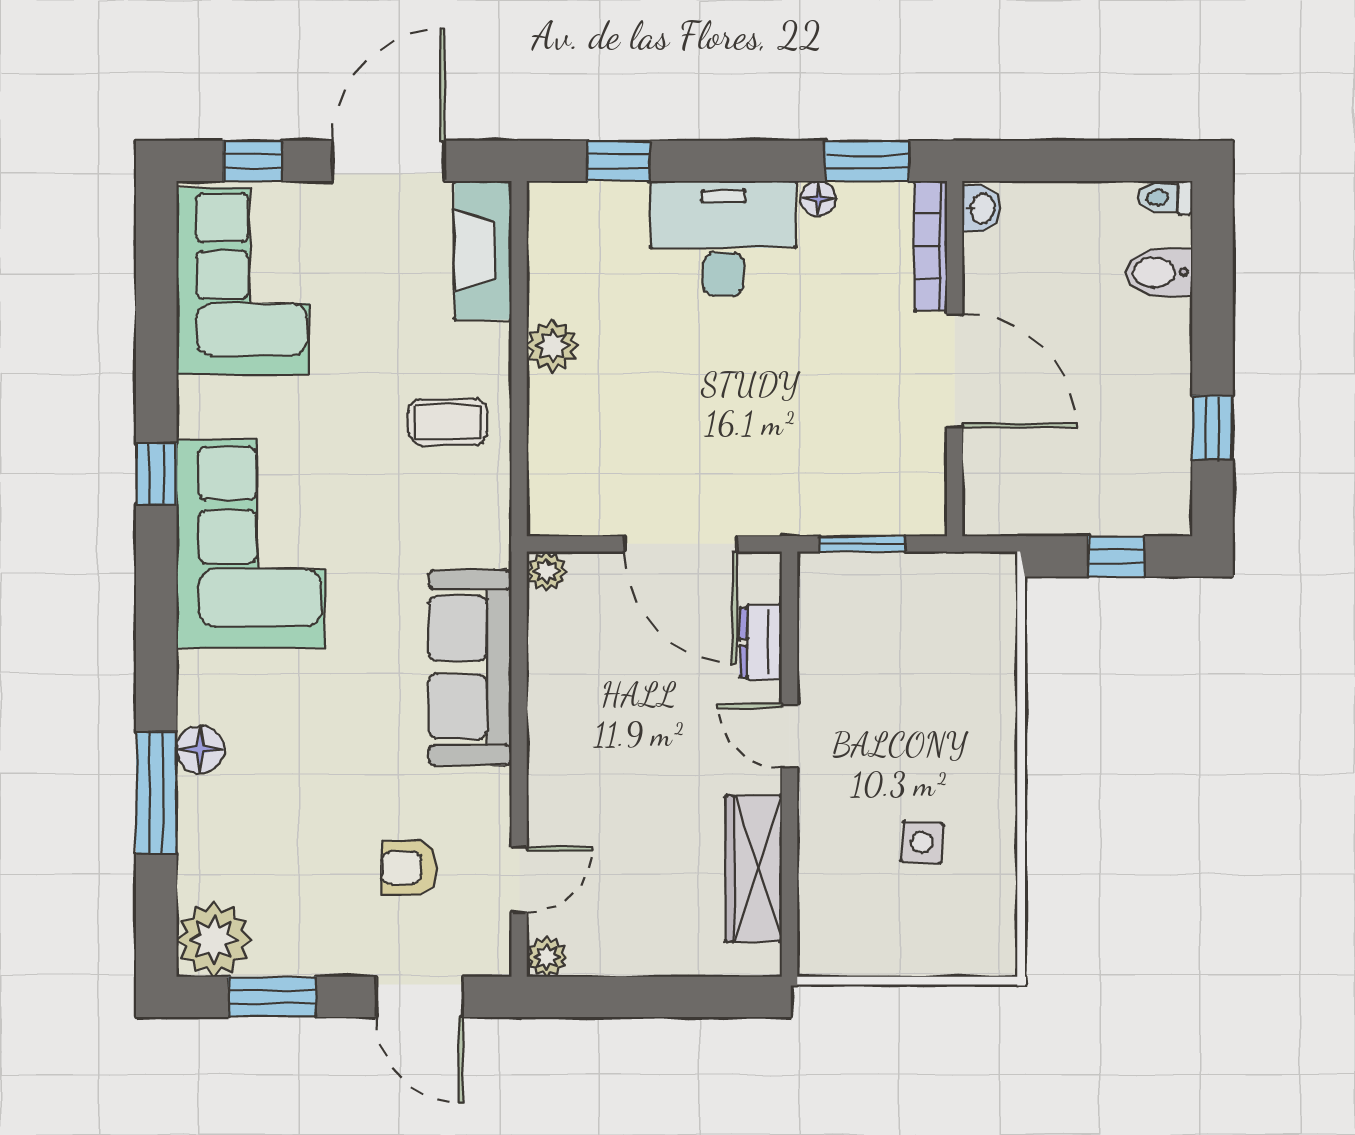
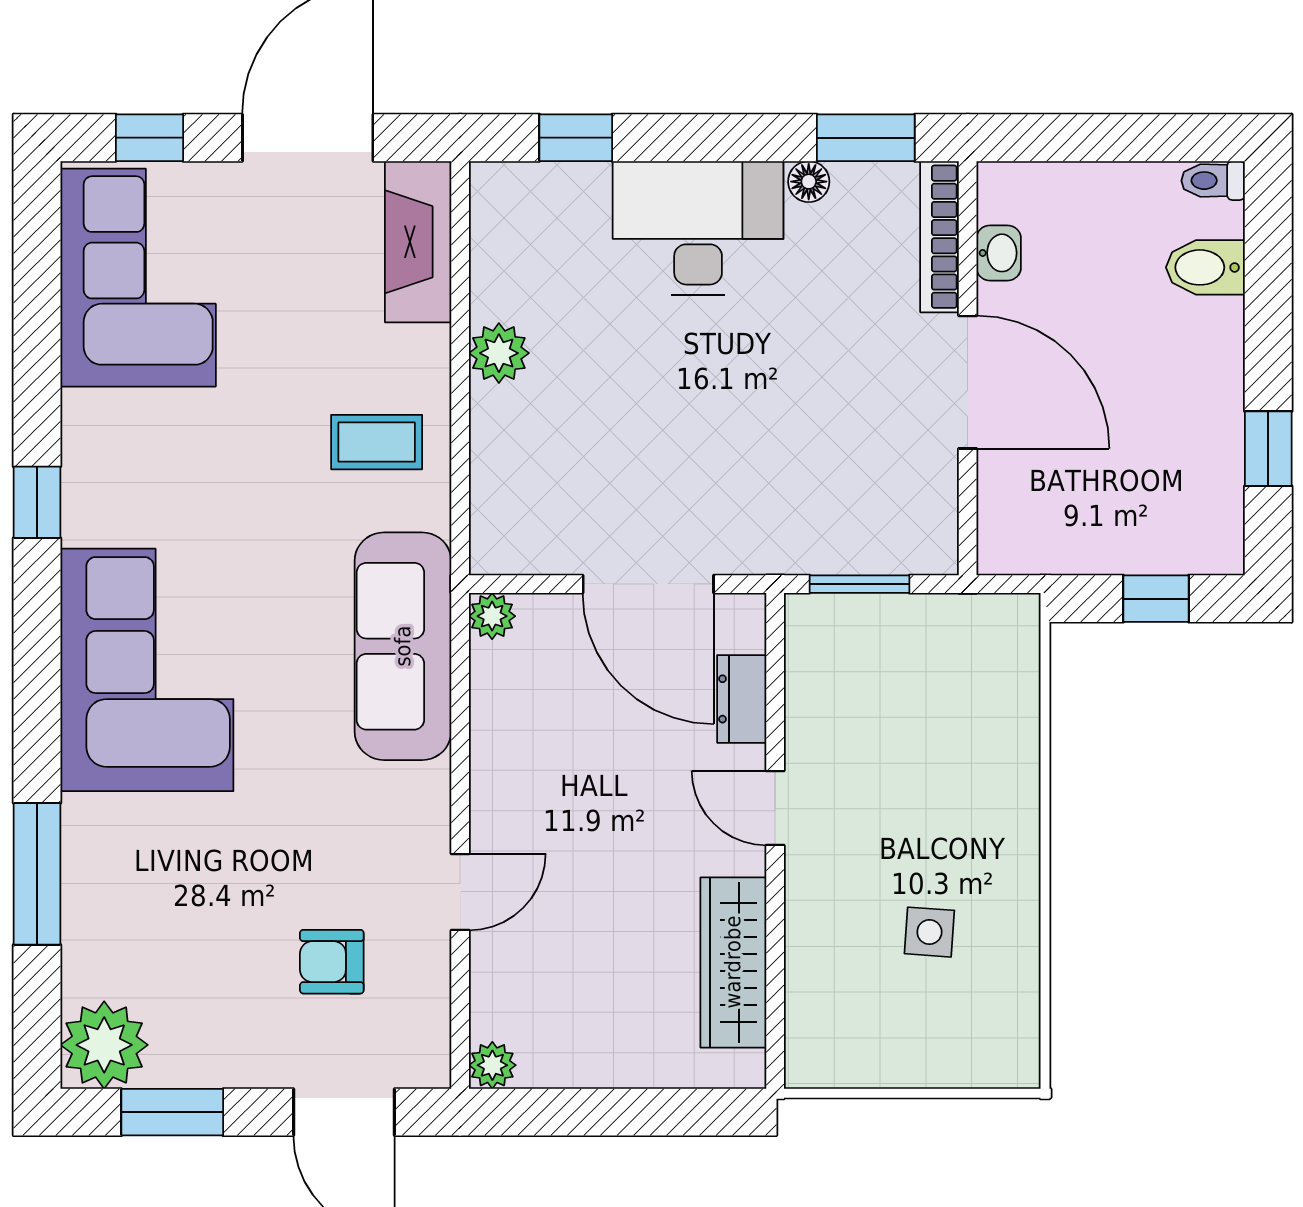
washbasin: (981, 208) -> (999, 253), moved
corner sofa: (251, 544) -> (147, 670), moved
sofa: (470, 667) -> (403, 646), moved
floor lamp: (200, 749) -> (88, 824), removed
door: (519, 880) -> (460, 892), moved

